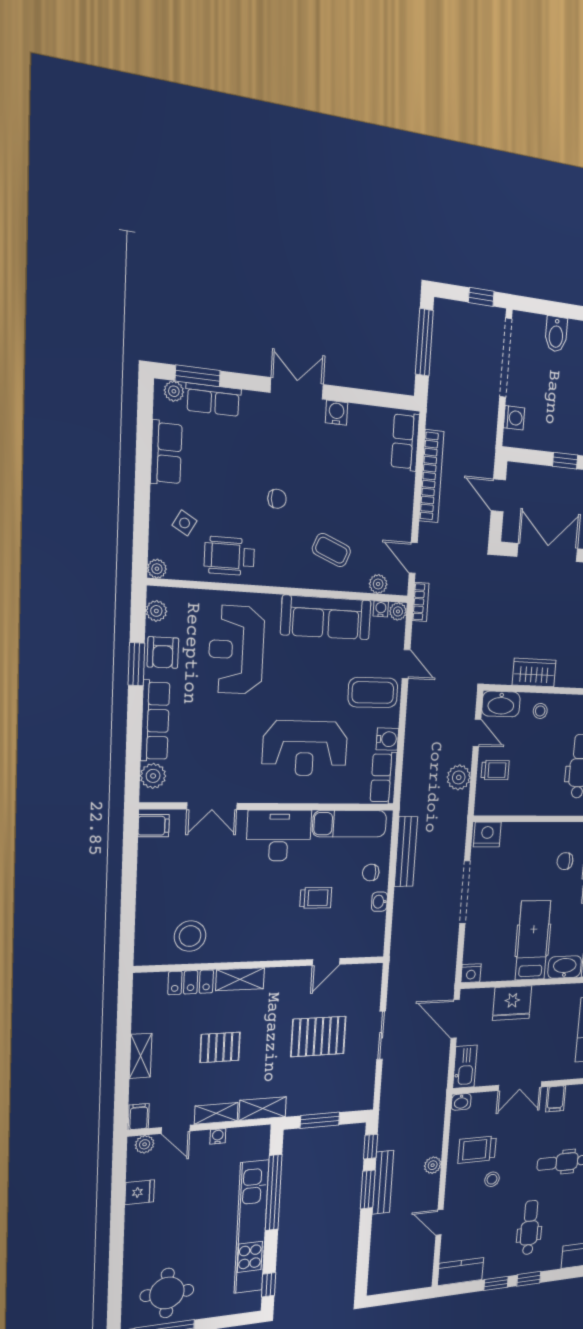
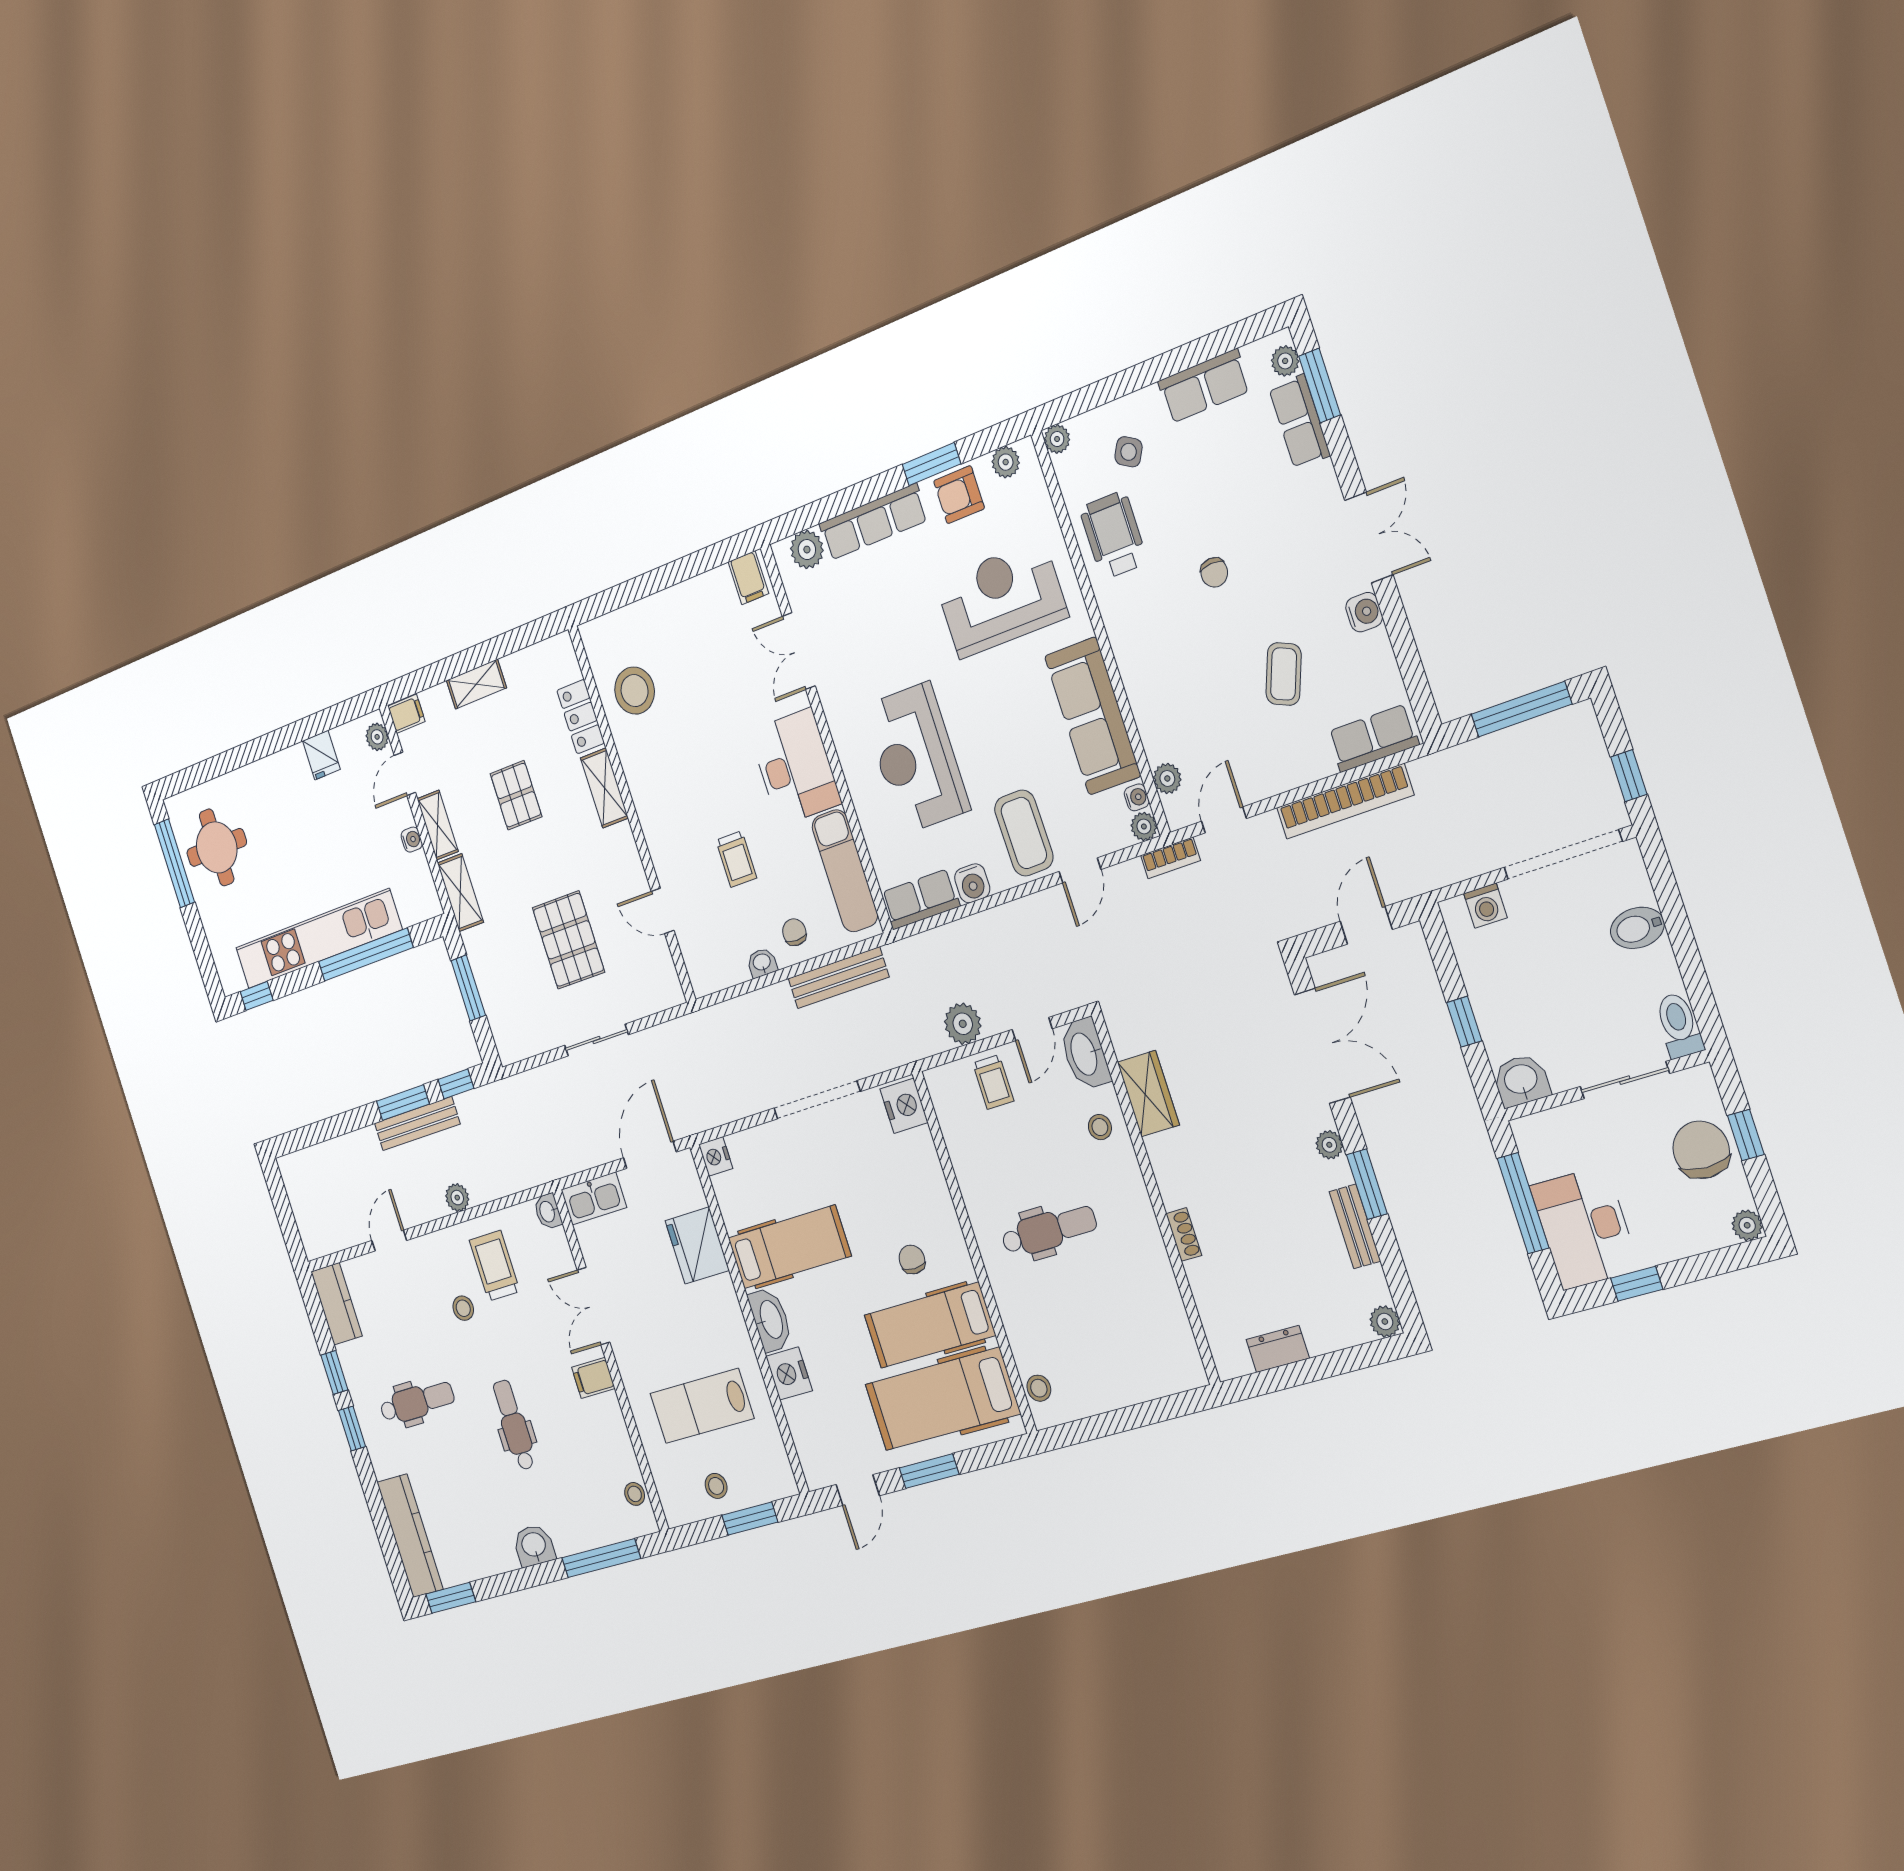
coffee table: (331, 550) -> (1284, 674), moved

